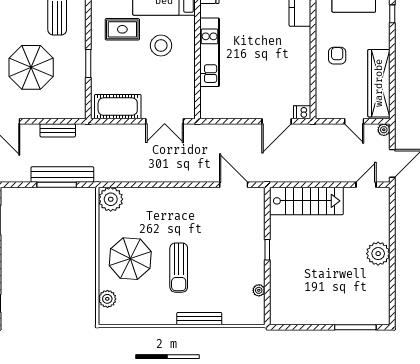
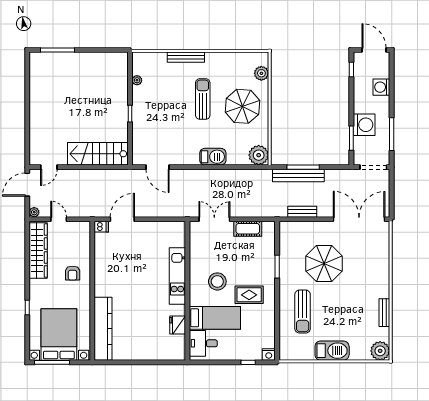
cot: (118, 107) -> (248, 229), width x0.73, depth x0.75
barbecue: (166, 197) -> (213, 157), added
plant: (378, 254) -> (39, 110), removed

